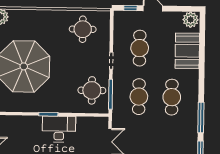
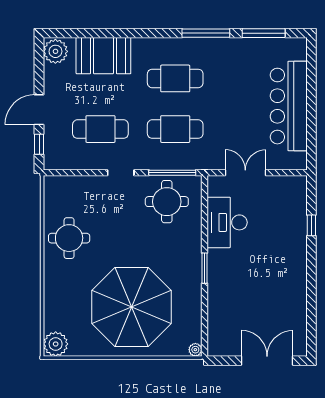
round table: (83, 29) -> (69, 238), moved
desk: (59, 129) -> (227, 222), moved

